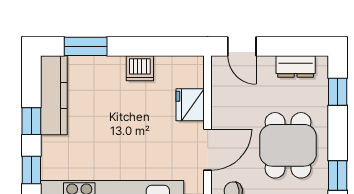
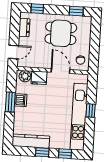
window: (86, 46) -> (10, 102), moved
plant: (192, 74) -> (25, 76), added

